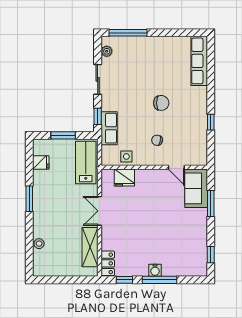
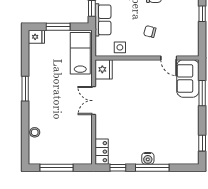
fridge: (41, 162) -> (36, 37), moved
fridge: (124, 178) -> (104, 69), moved, turned -90
shelving: (90, 247) -> (84, 136), removed
window: (61, 280) -> (56, 168), added

